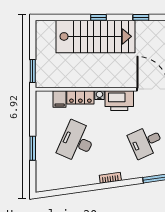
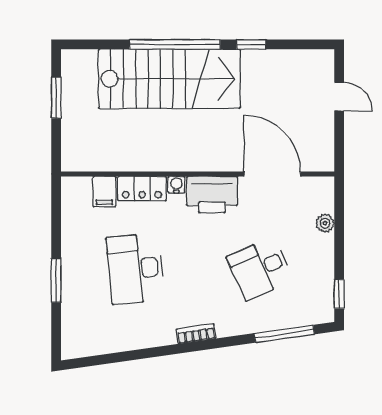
window: (98, 17) -> (175, 44), width x3.17
window: (33, 71) -> (56, 98), moved
desk: (77, 142) -> (135, 269), turned -30

